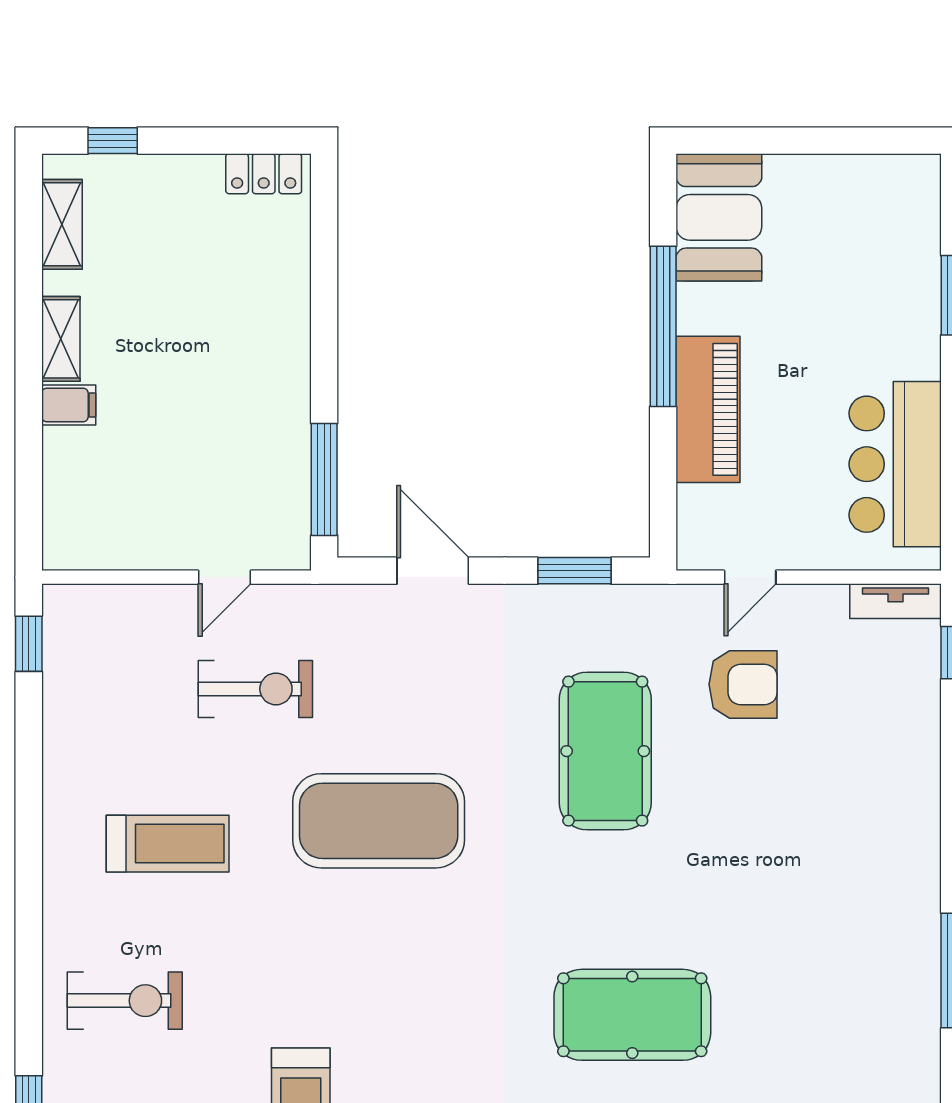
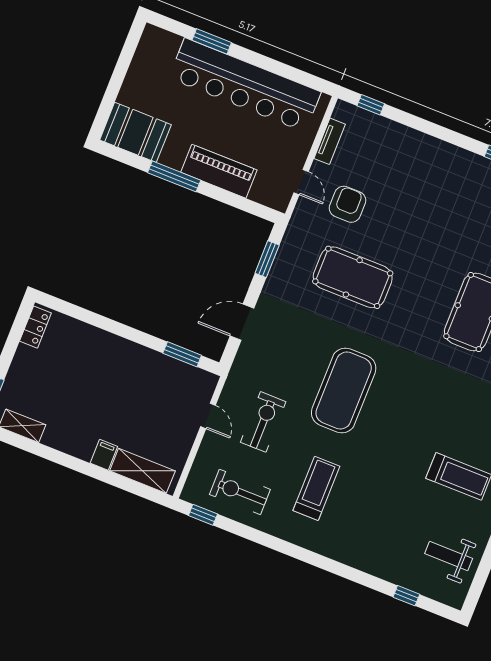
window: (663, 326) -> (174, 176), width x0.68
shelving: (61, 339) -> (142, 471), moved, width x1.50, depth x1.33
bar counter: (895, 464) -> (245, 85), width x1.86
window: (324, 479) -> (182, 354), width x0.69
tv unit: (895, 601) -> (330, 141), moved
exercise bike: (125, 1001) -> (240, 492), moved, turned -90

